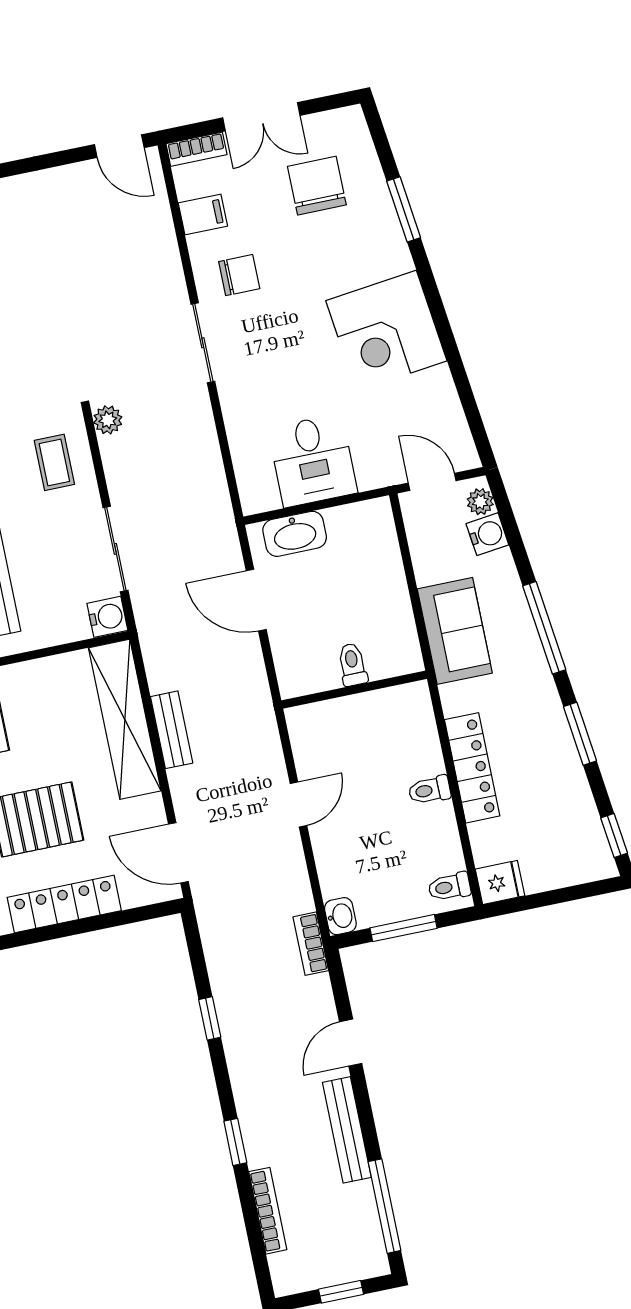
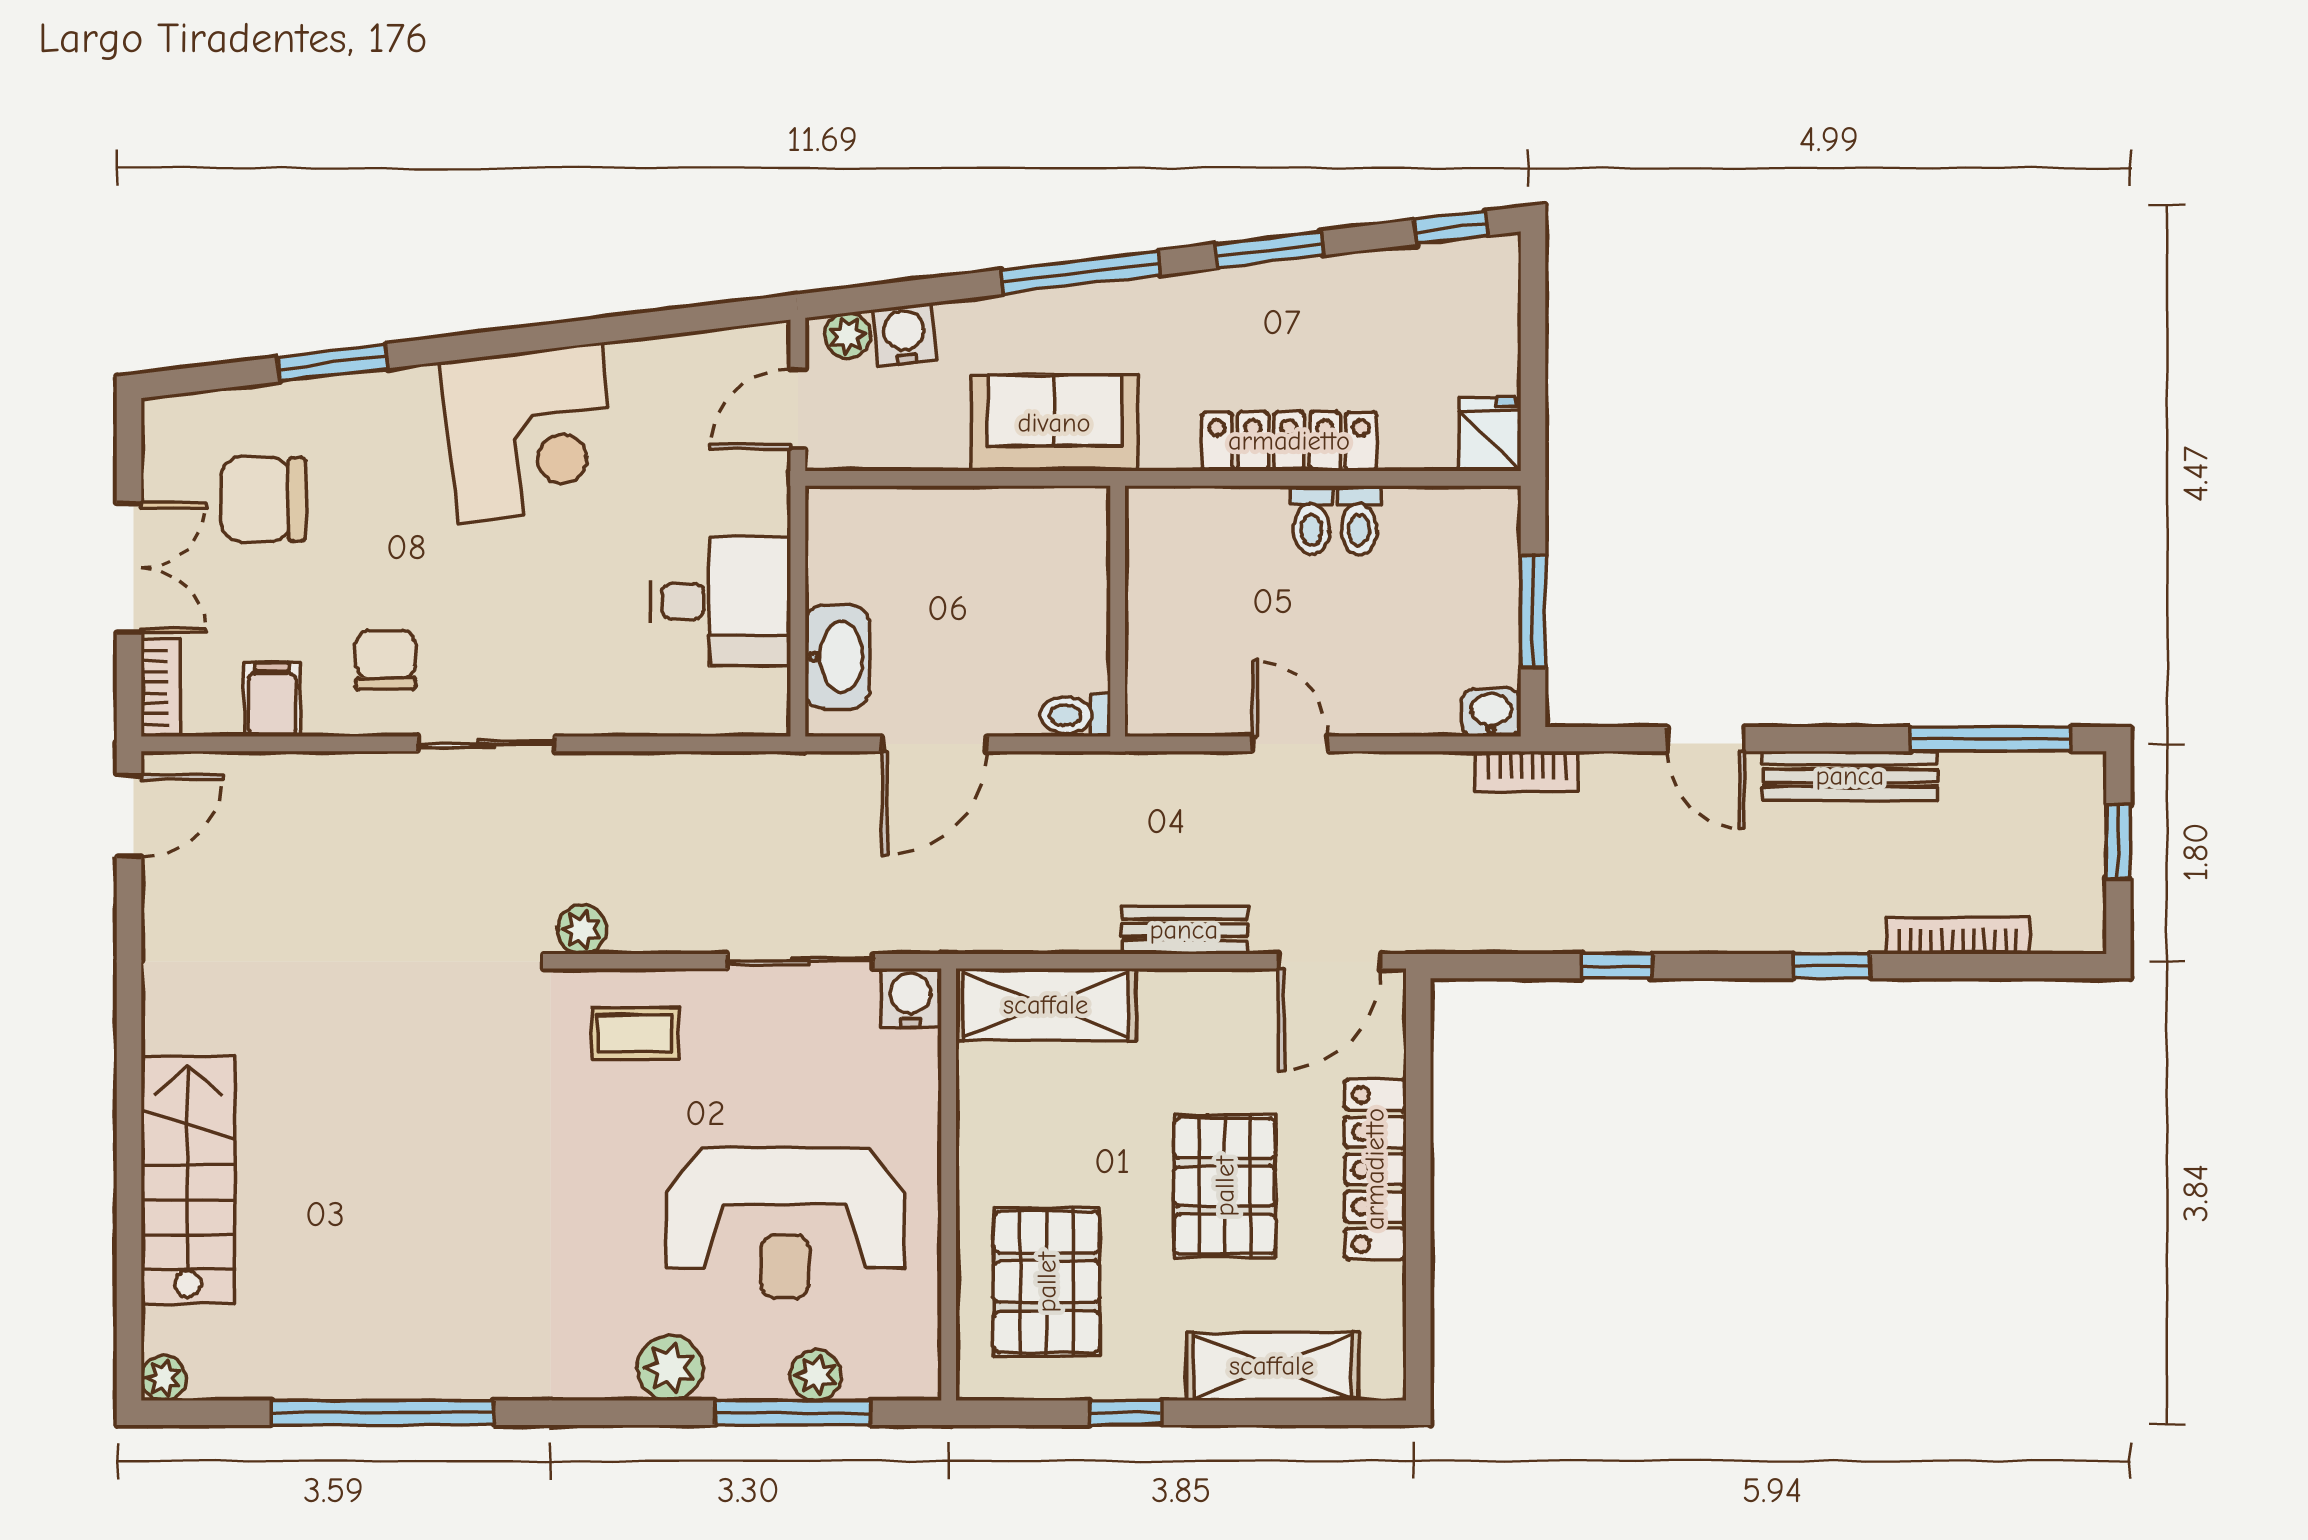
toilet: (352, 665) -> (1075, 715), moved
shelving: (125, 719) -> (1046, 1005), width x0.68
bench: (172, 730) -> (1184, 930), moved
toilet: (449, 887) -> (1359, 520), moved

